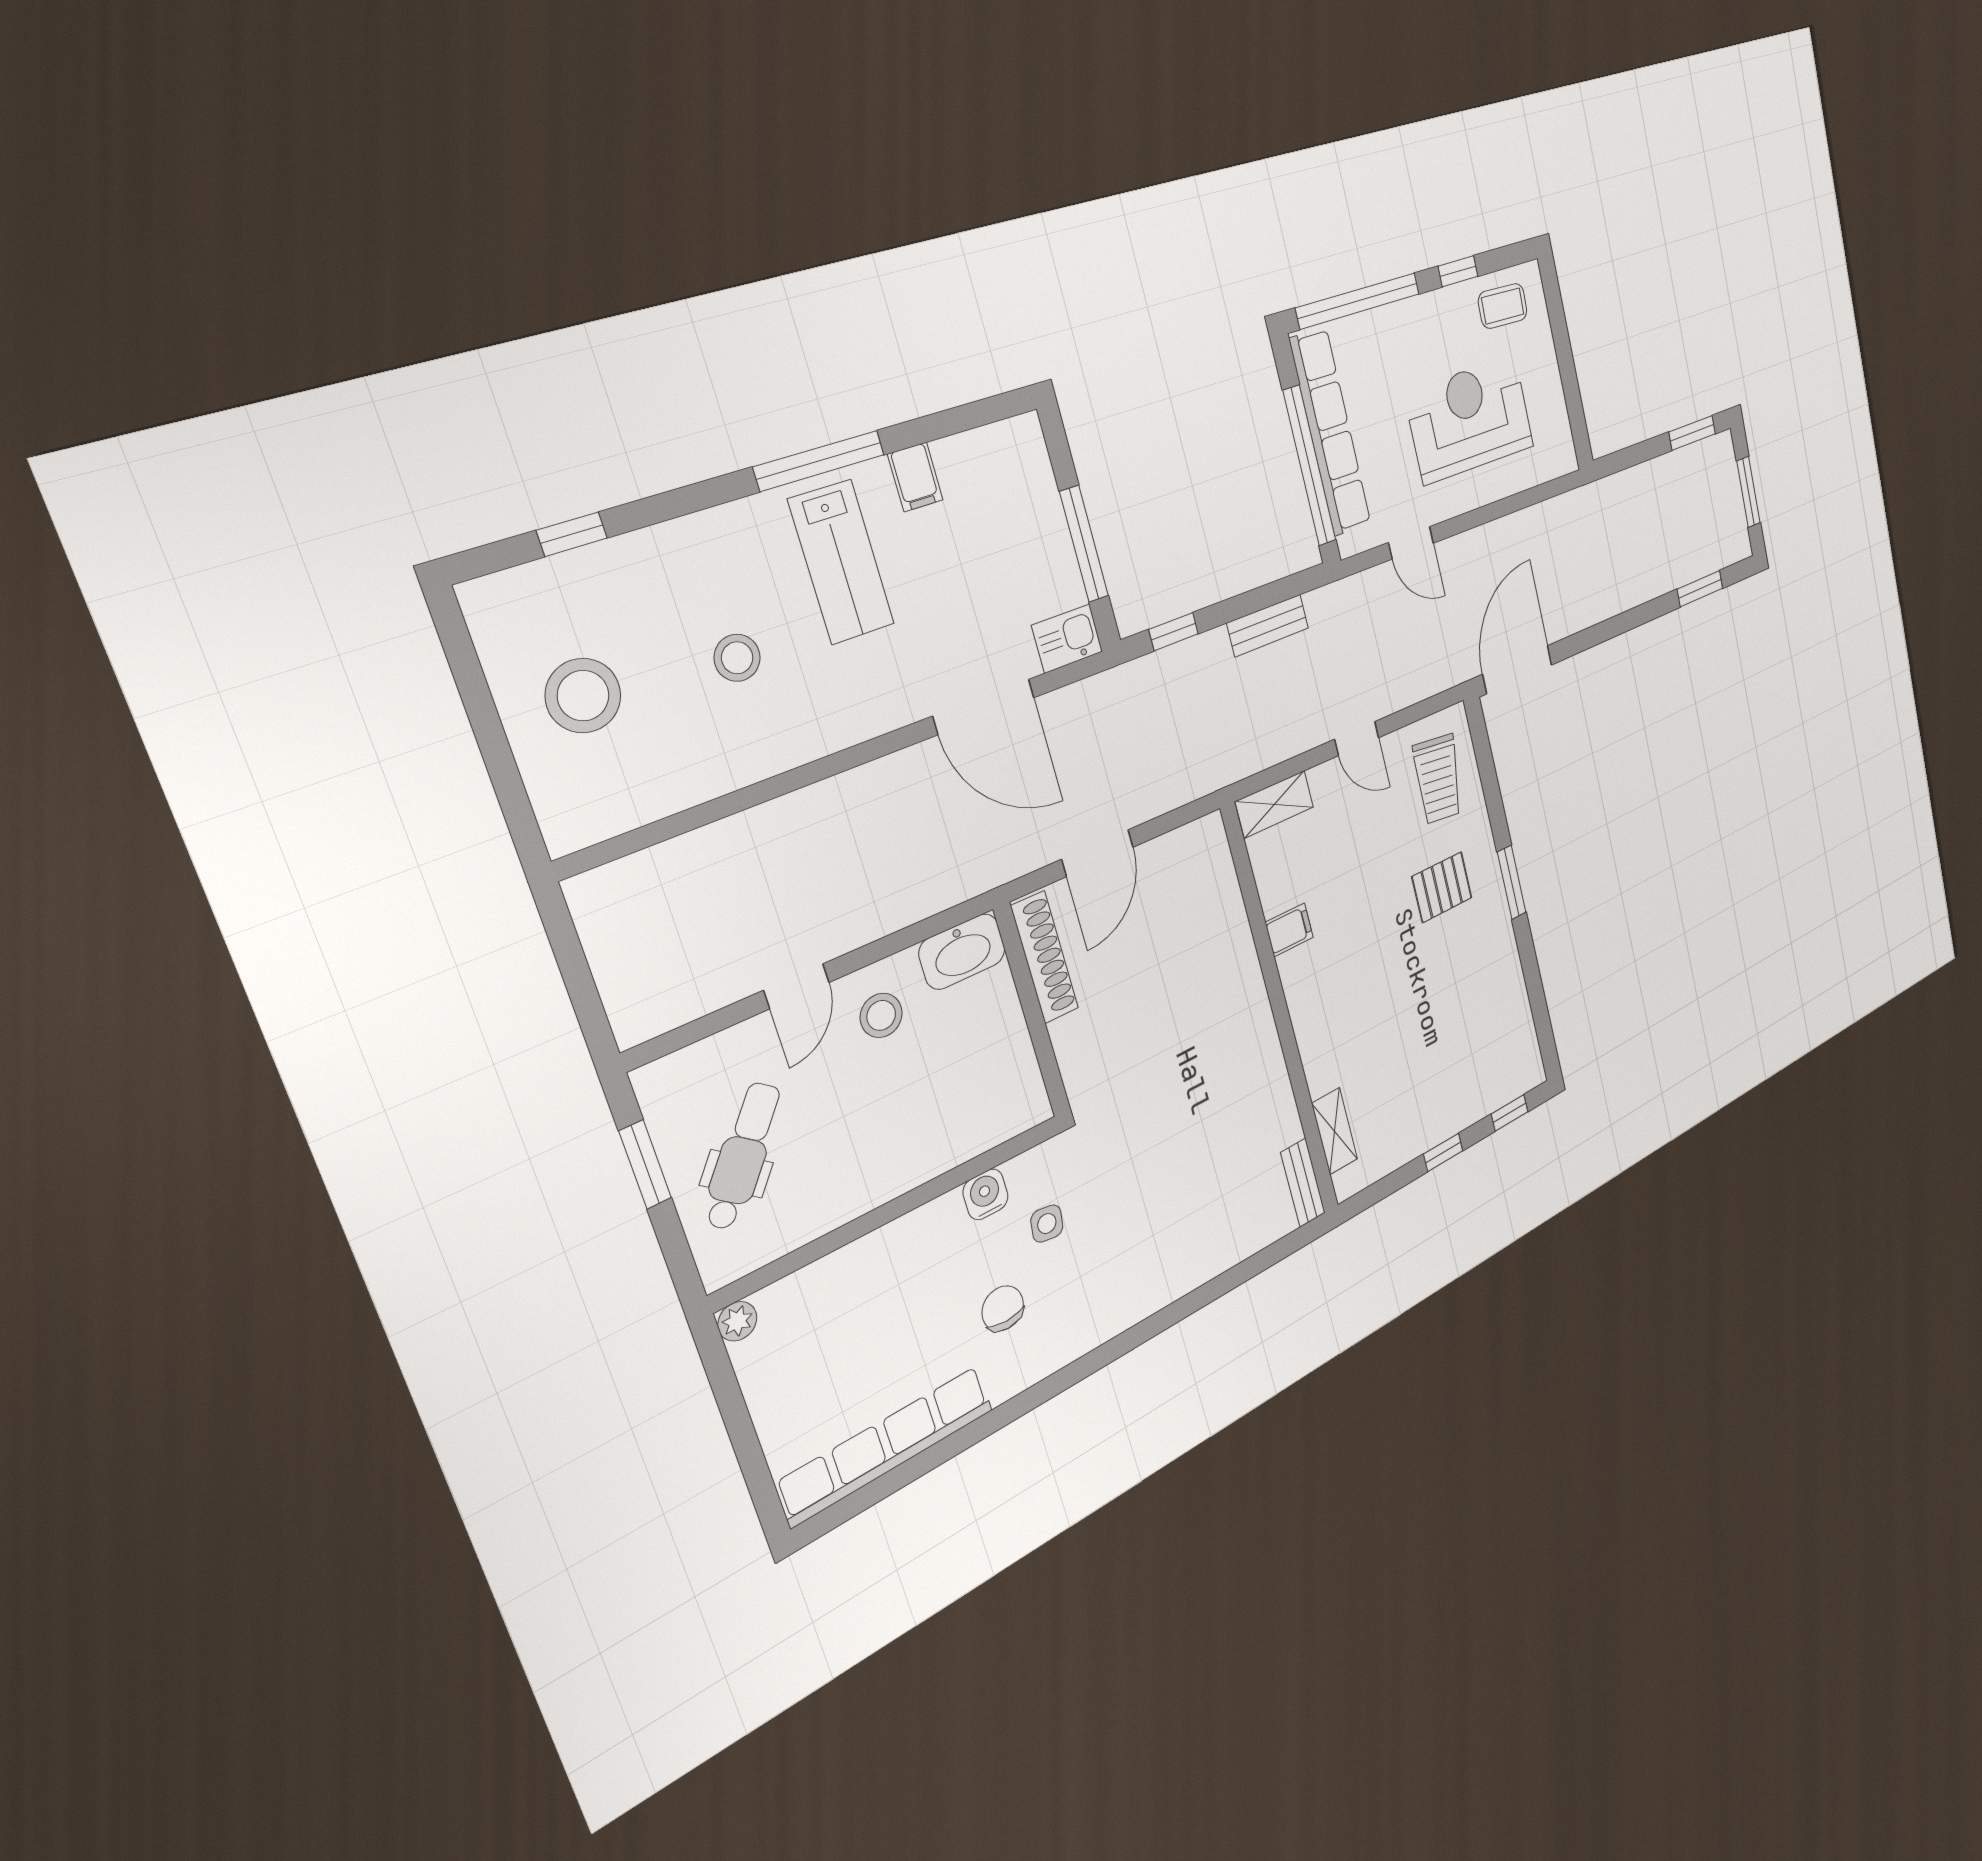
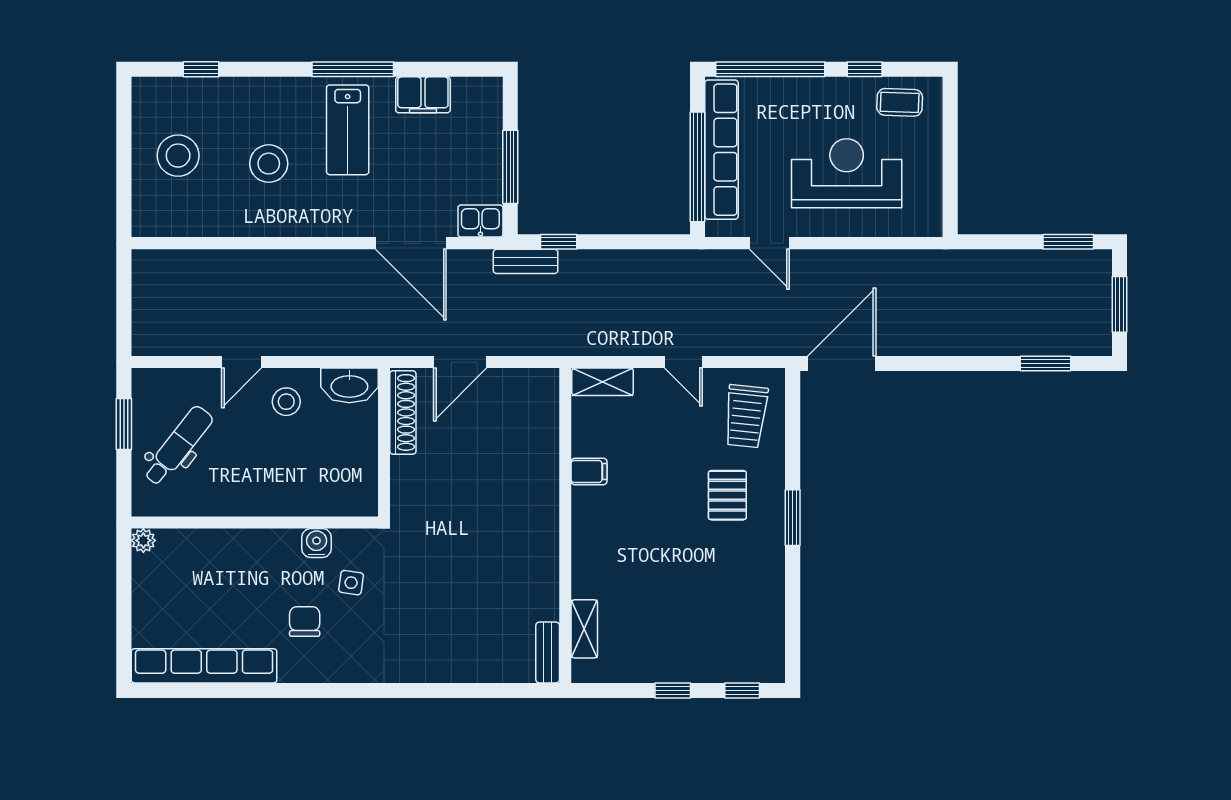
filing cabinet: (915, 477) -> (423, 95), width x2.00
bench: (1268, 626) -> (526, 261), moved
stool: (737, 658) -> (269, 164), width x1.38, depth x1.38
pallet: (1442, 887) -> (727, 495), turned 90

